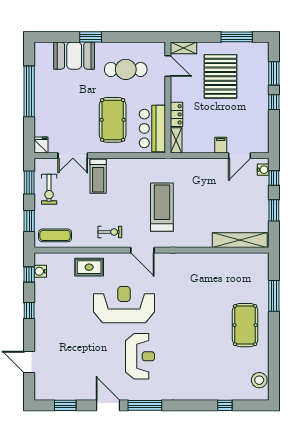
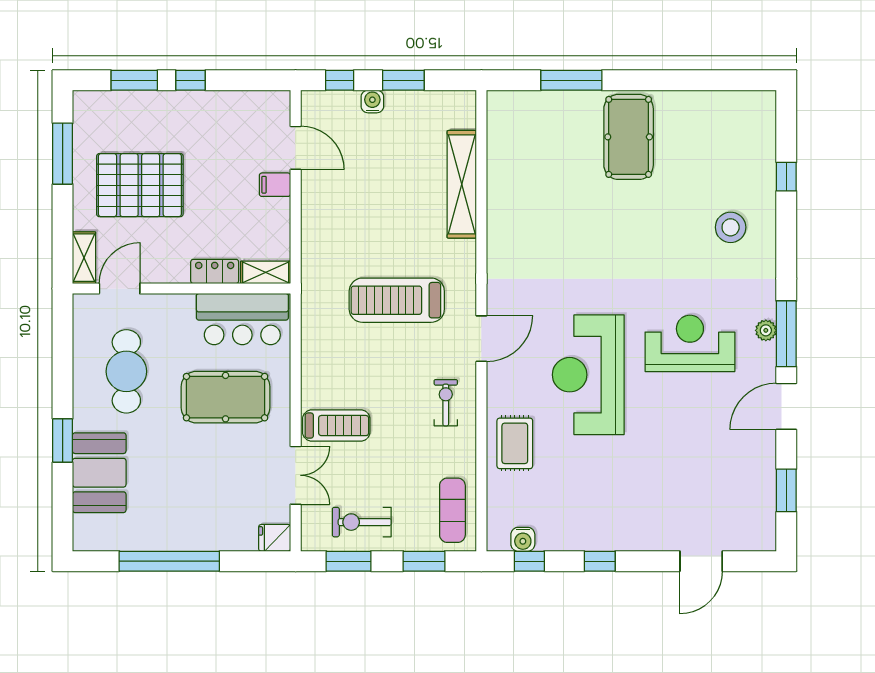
water cooler: (263, 170) -> (372, 101), moved
exercise bike: (49, 189) -> (362, 522), turned 180
shelving: (240, 240) -> (462, 184), moved
pool table: (245, 325) -> (629, 137), turned 90
stool: (259, 380) -> (731, 227), moved
plant: (147, 395) -> (766, 330), added

